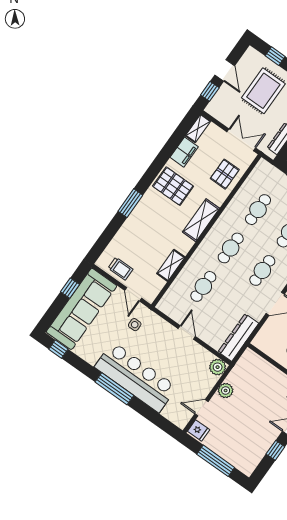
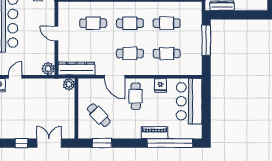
door: (187, 333) -> (56, 33), swing flipped
plant: (226, 390) -> (69, 84), moved
door: (201, 408) -> (15, 77), hinge flipped

